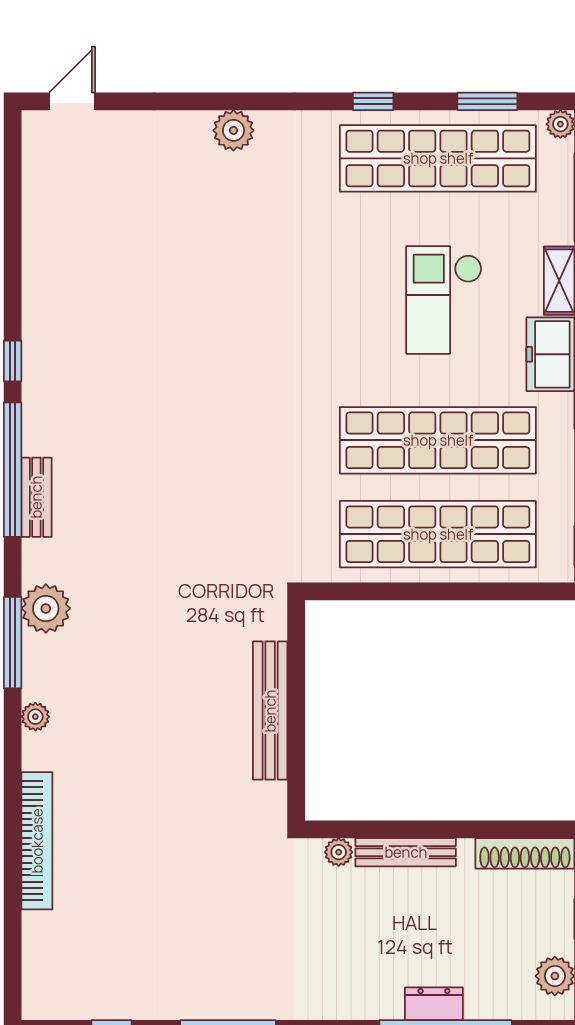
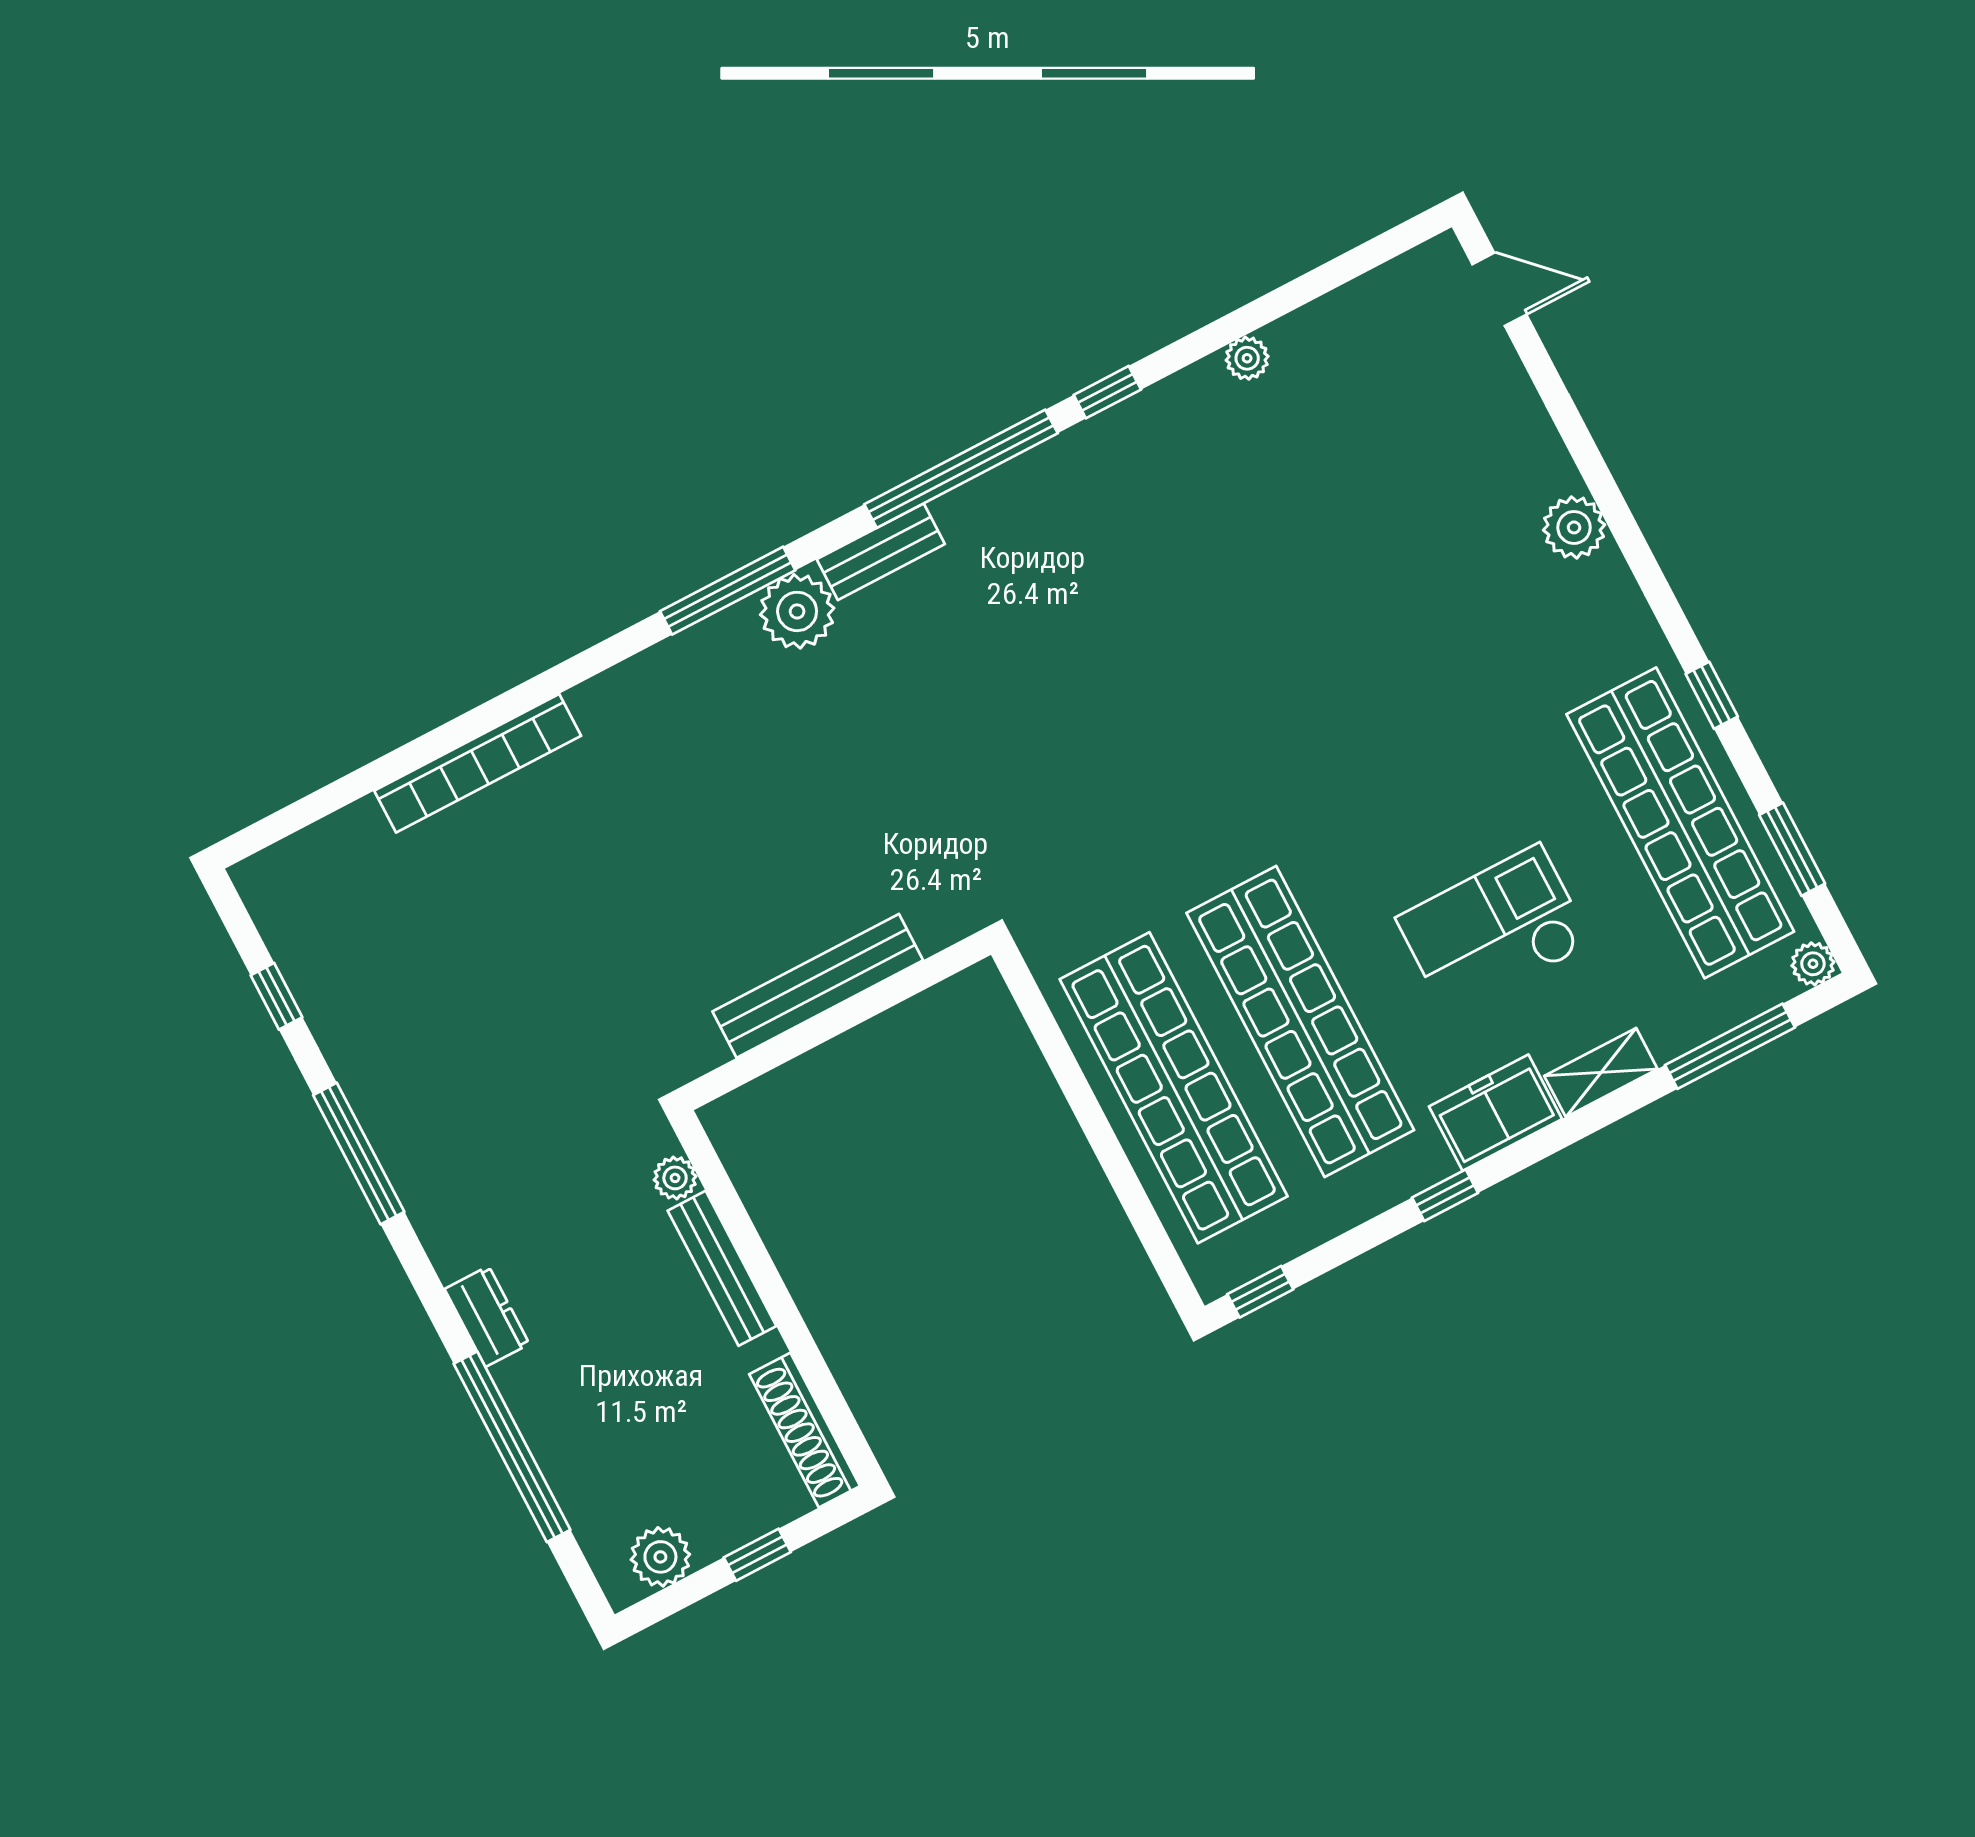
bench: (36, 497) -> (881, 552), moved
plant: (35, 717) -> (1247, 358), moved
dresser: (434, 1004) -> (487, 1316), moved

